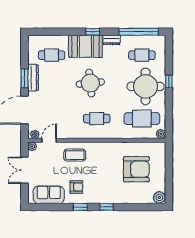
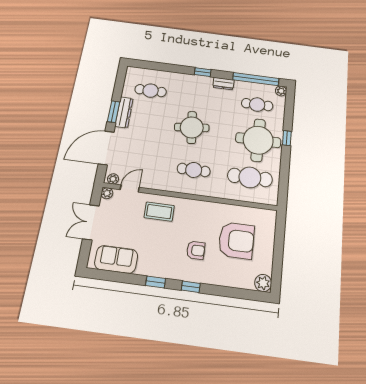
booth: (85, 46) -> (192, 86), removed
plant: (161, 134) -> (281, 91), moved
armchair: (76, 187) -> (196, 250), moved

